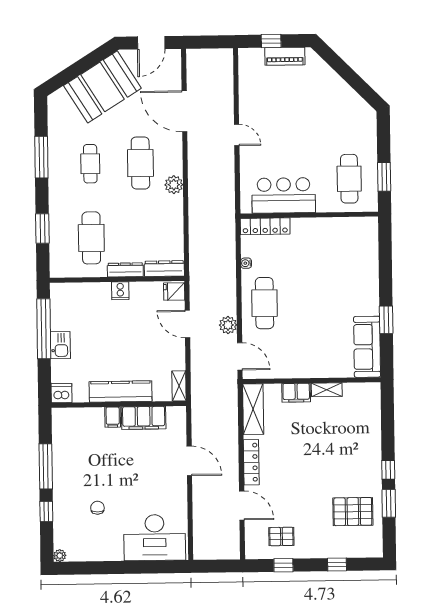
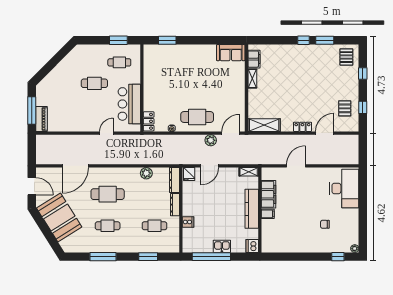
window: (271, 41) -> (32, 110), width x2.17
piano: (285, 56) -> (41, 119), moved
door: (237, 135) -> (106, 133), moved
cafe table: (316, 140) -> (94, 83), added
cafe table: (349, 179) -> (119, 62), width x0.73, depth x0.74
plant: (174, 185) -> (146, 173), moved
locker: (265, 226) -> (149, 121), width x0.66
cafe table: (91, 238) -> (154, 226), width x0.73, depth x0.74
cooker: (120, 291) -> (188, 222), moved
window: (386, 320) -> (167, 40), moved
sofa: (367, 347) -> (231, 53), width x0.73
filing cabinet: (296, 393) -> (254, 59), moved
locker: (251, 462) -> (302, 127), width x0.66
window: (46, 466) -> (298, 257), removed
window: (46, 511) -> (338, 257), moved
pallet: (353, 512) -> (346, 57), moved, width x0.67, depth x0.71

